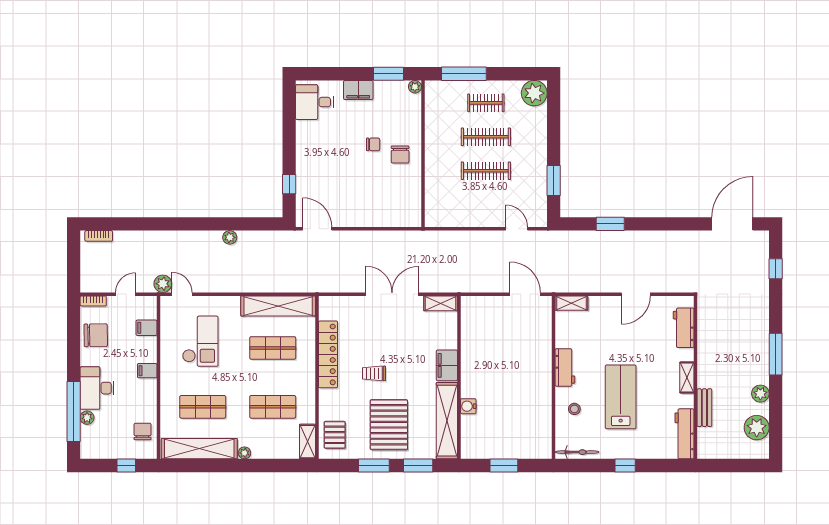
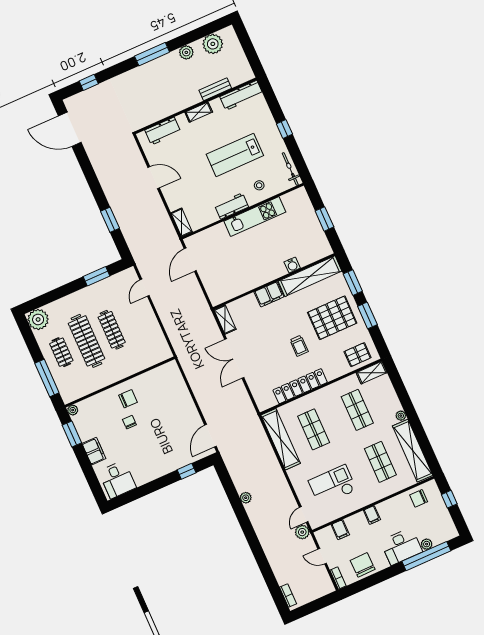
clothes rail: (486, 137) -> (86, 341), width x1.37, depth x1.31
kitchen unit: (541, 388) -> (255, 217), added

